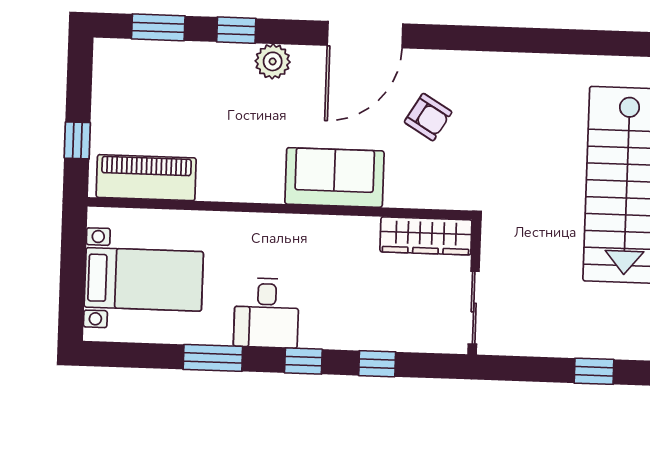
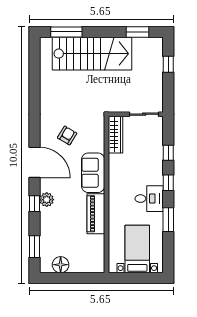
window: (236, 30) -> (34, 204), moved
floor lamp: (112, 90) -> (61, 265), added
window: (77, 140) -> (82, 278), removed
piano: (146, 178) -> (96, 214), moved

